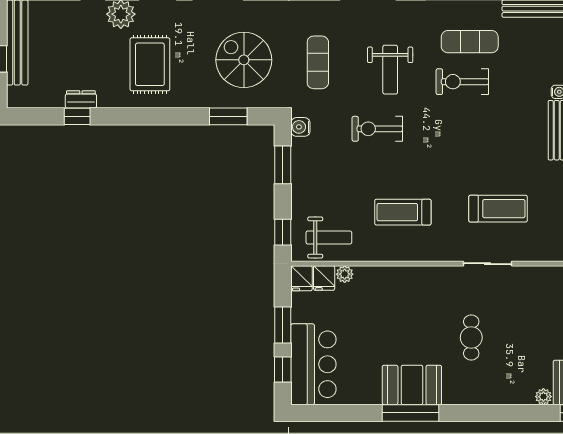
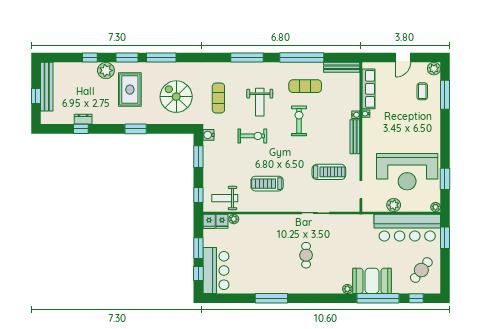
rug: (150, 64) -> (130, 90), moved
exercise bike: (462, 82) -> (299, 121), moved, turned 90
window: (228, 116) -> (136, 129), moved
exercise bike: (377, 129) -> (252, 136), turned 180
treadmill: (498, 209) -> (329, 172), moved
weight bench: (329, 237) -> (225, 198), turned 180
booth: (412, 385) -> (272, 282), removed

